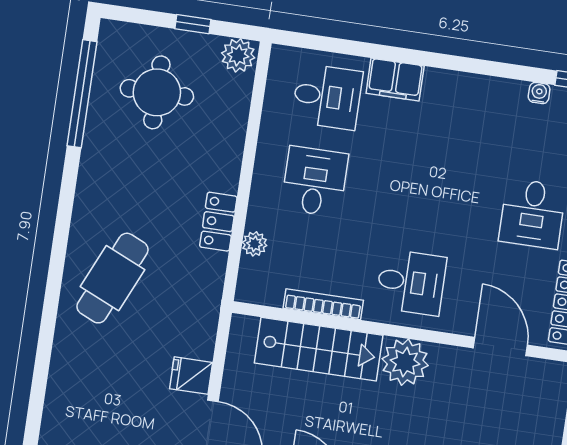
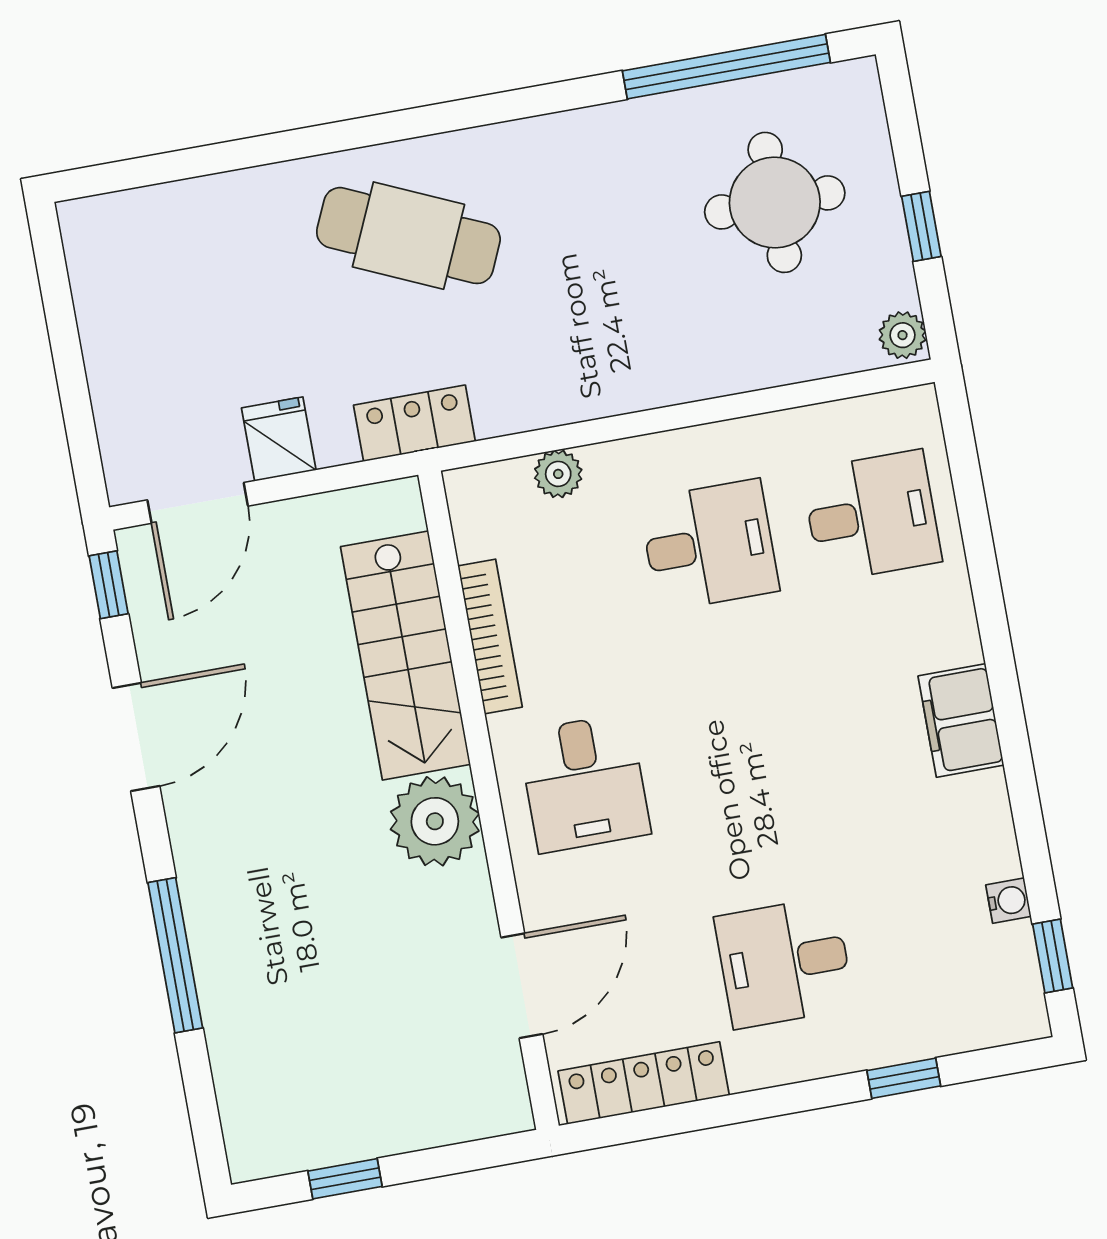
plant: (238, 55) -> (902, 335), width x0.73, depth x0.73
filing cabinet: (395, 80) -> (961, 720), moved
desk: (327, 97) -> (872, 516), turned -90
locker: (218, 222) -> (414, 423), moved

